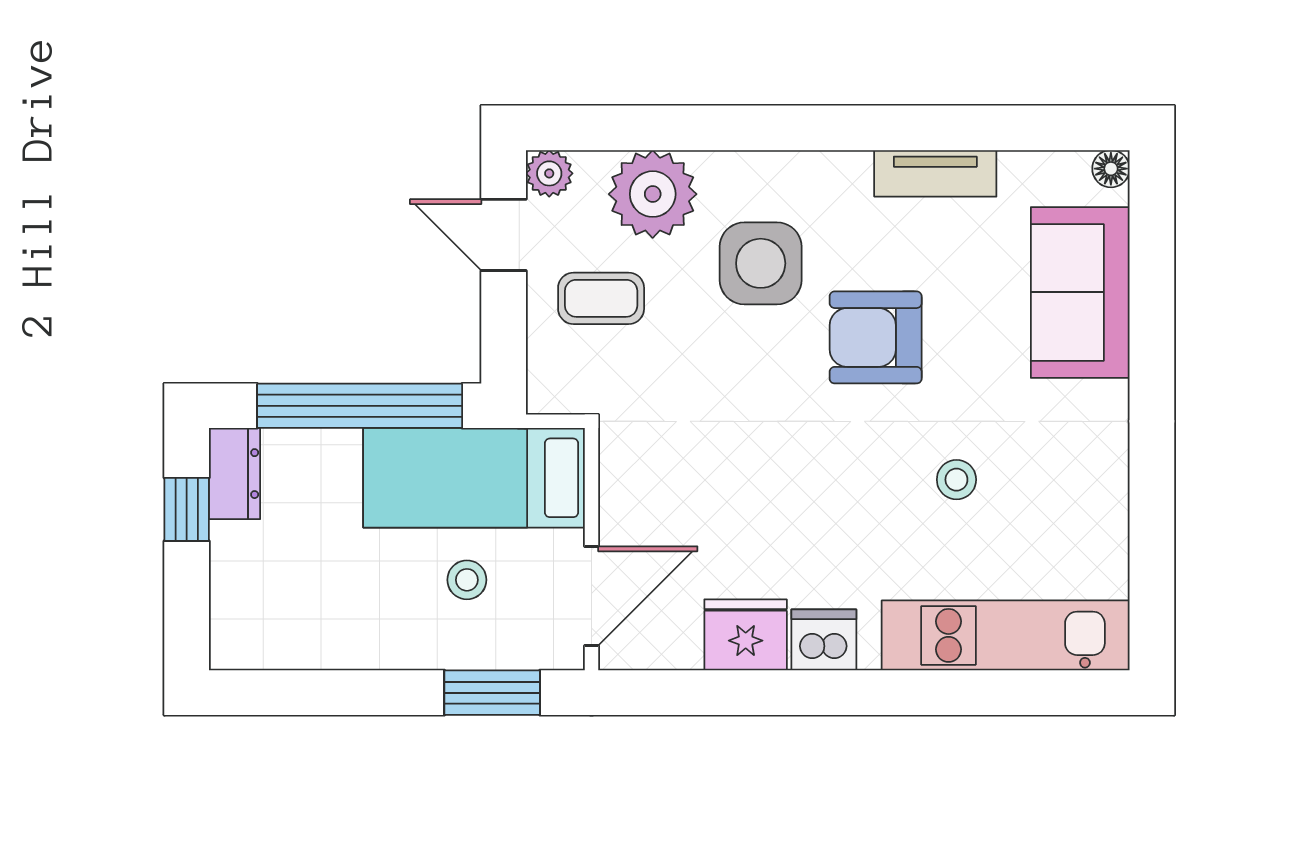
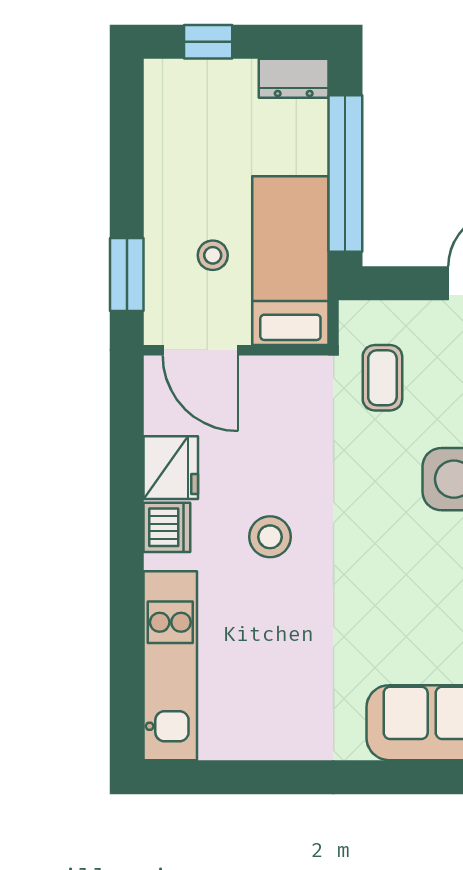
coffee table: (601, 298) -> (382, 378), moved
armchair: (876, 337) -> (397, 567), removed
stool: (956, 480) -> (270, 537), moved, width x1.37, depth x1.37
window: (187, 509) -> (208, 42), moved

